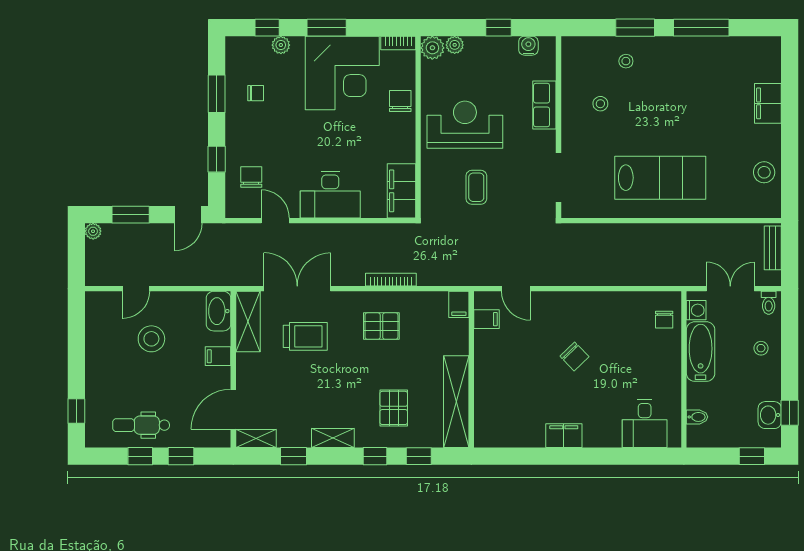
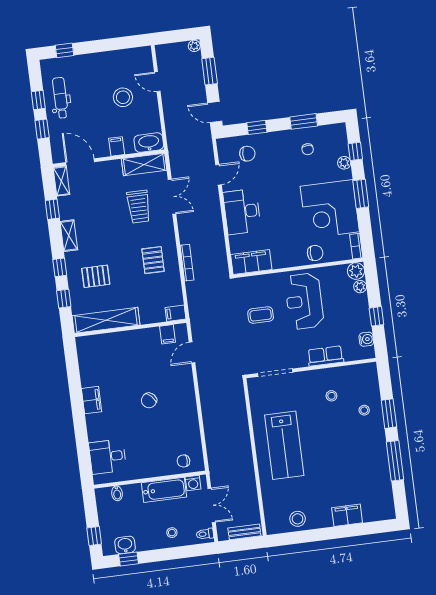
reception desk: (465, 125) -> (304, 301), turned 180
double door: (297, 289) -> (172, 197), width x0.73

